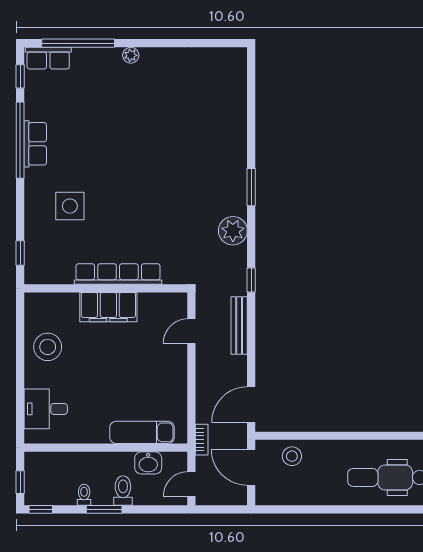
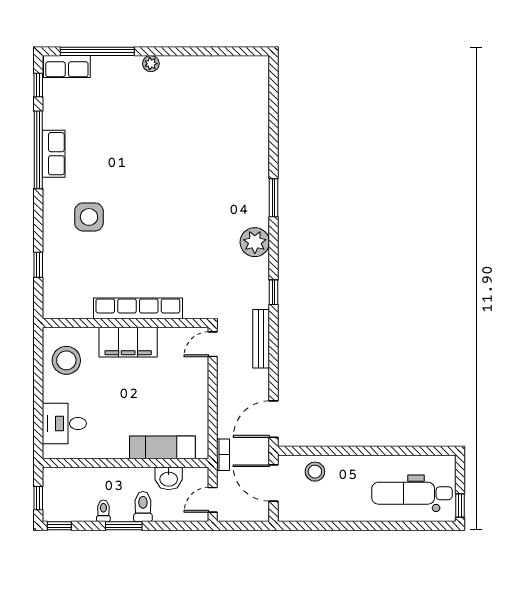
row of seats: (118, 274) -> (138, 308), moved
wall: (106, 288) -> (125, 323), moved
filing cabinet: (108, 307) -> (128, 342), moved

